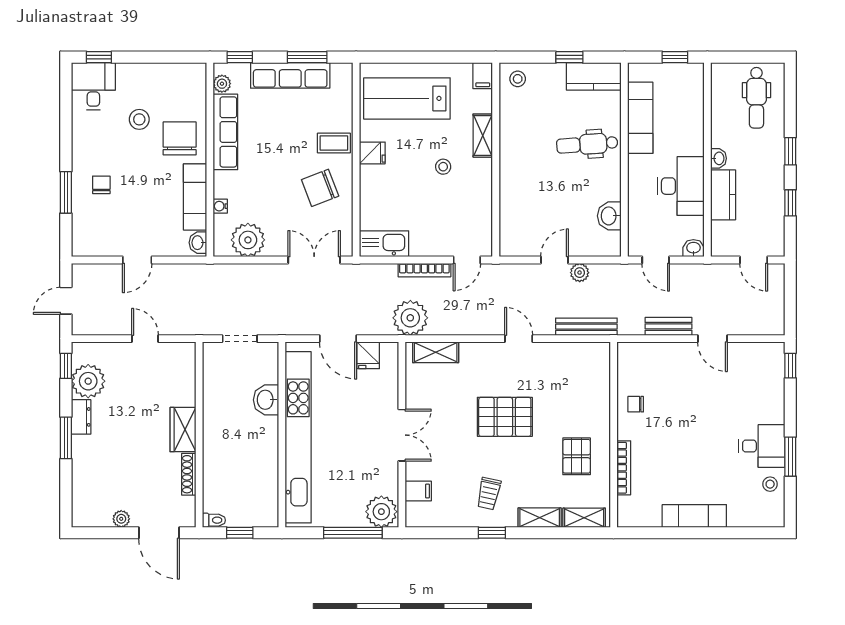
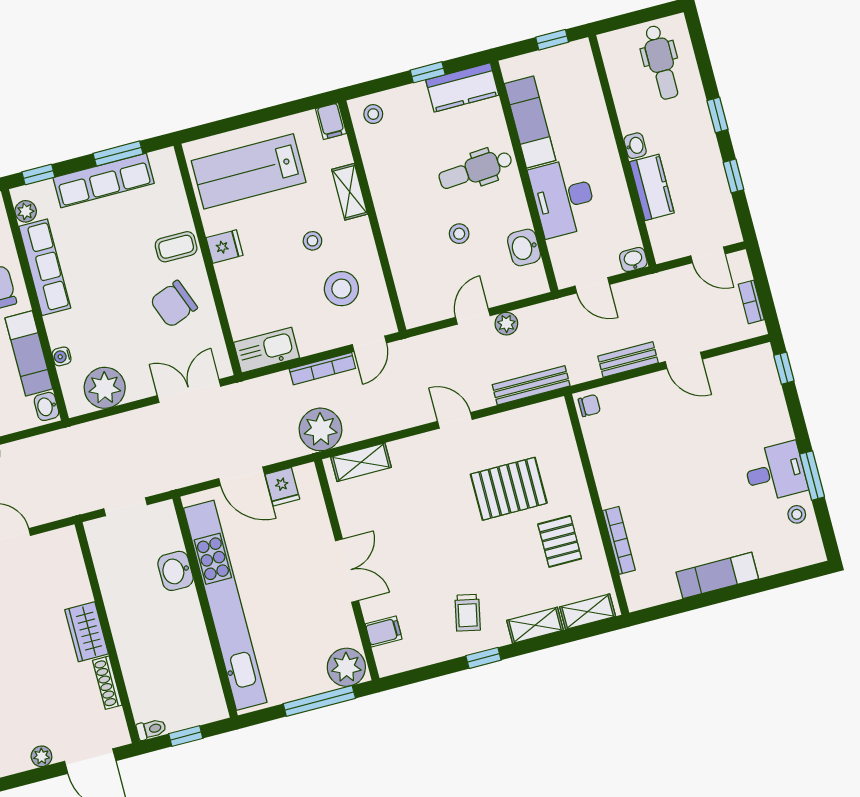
desk: (681, 186) -> (563, 198), moved, turned 180
stool: (561, 192) -> (459, 234), added
stool: (456, 211) -> (341, 289), added
bookcase: (778, 306) -> (751, 302), added
chair: (636, 404) -> (589, 406), moved, turned 180
pallet: (505, 417) -> (509, 489), moved

